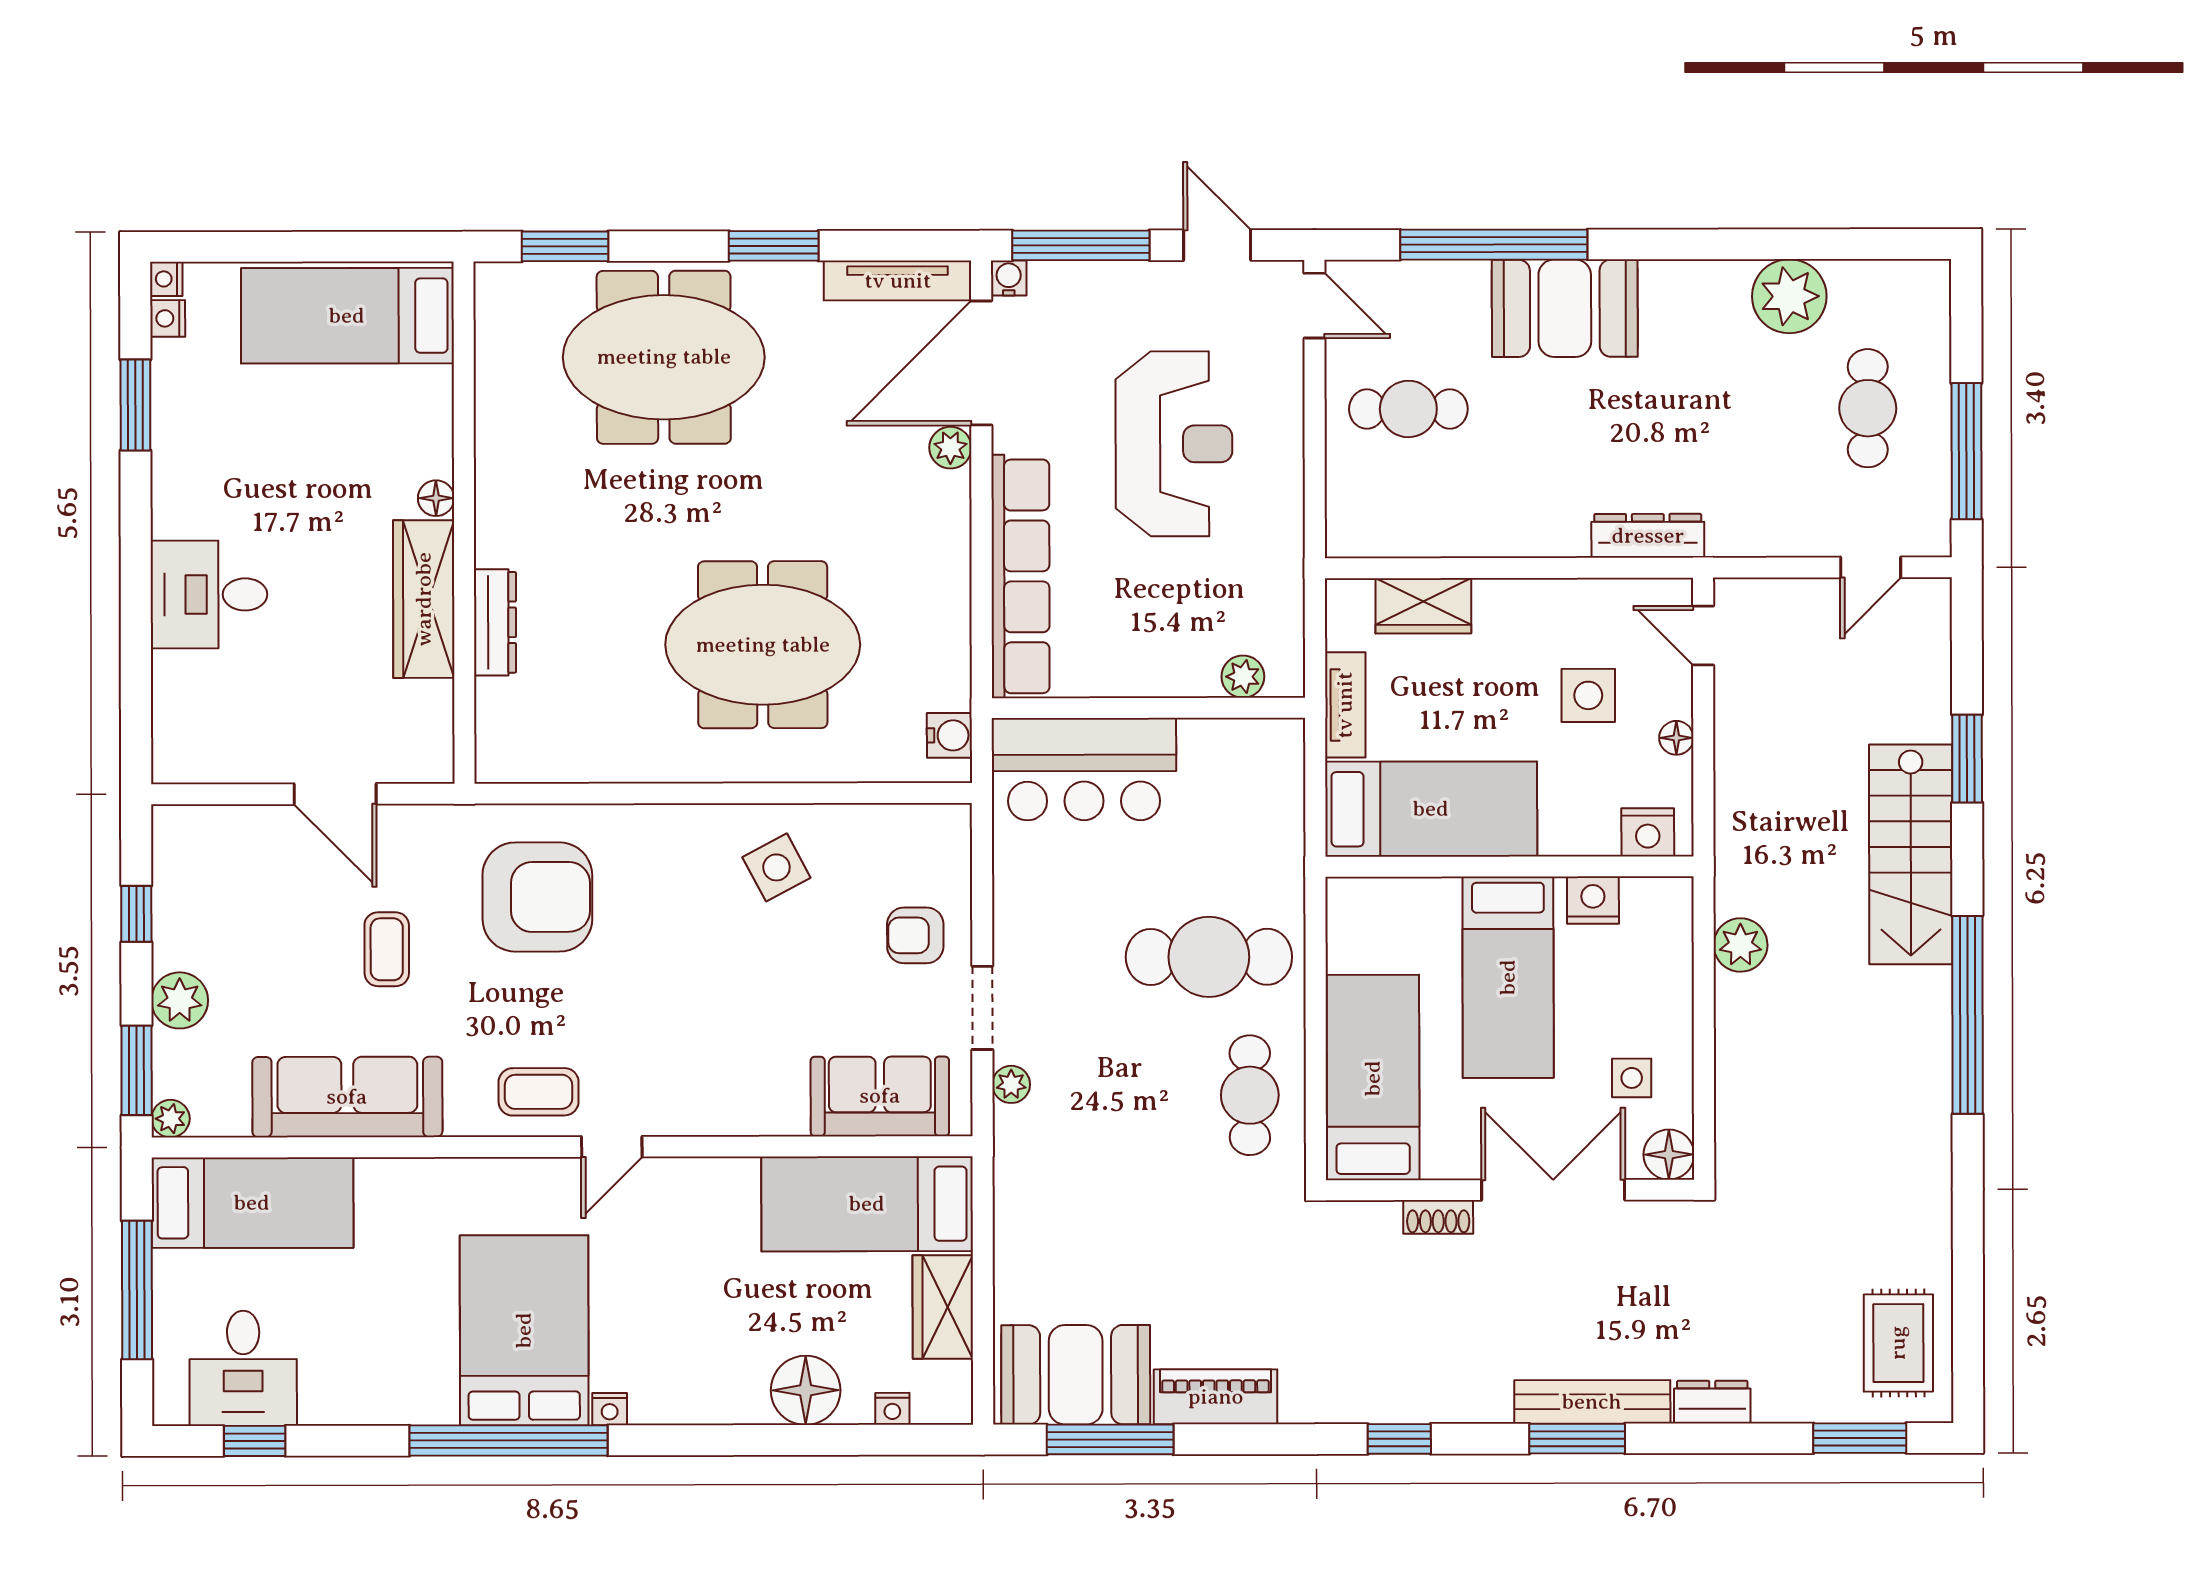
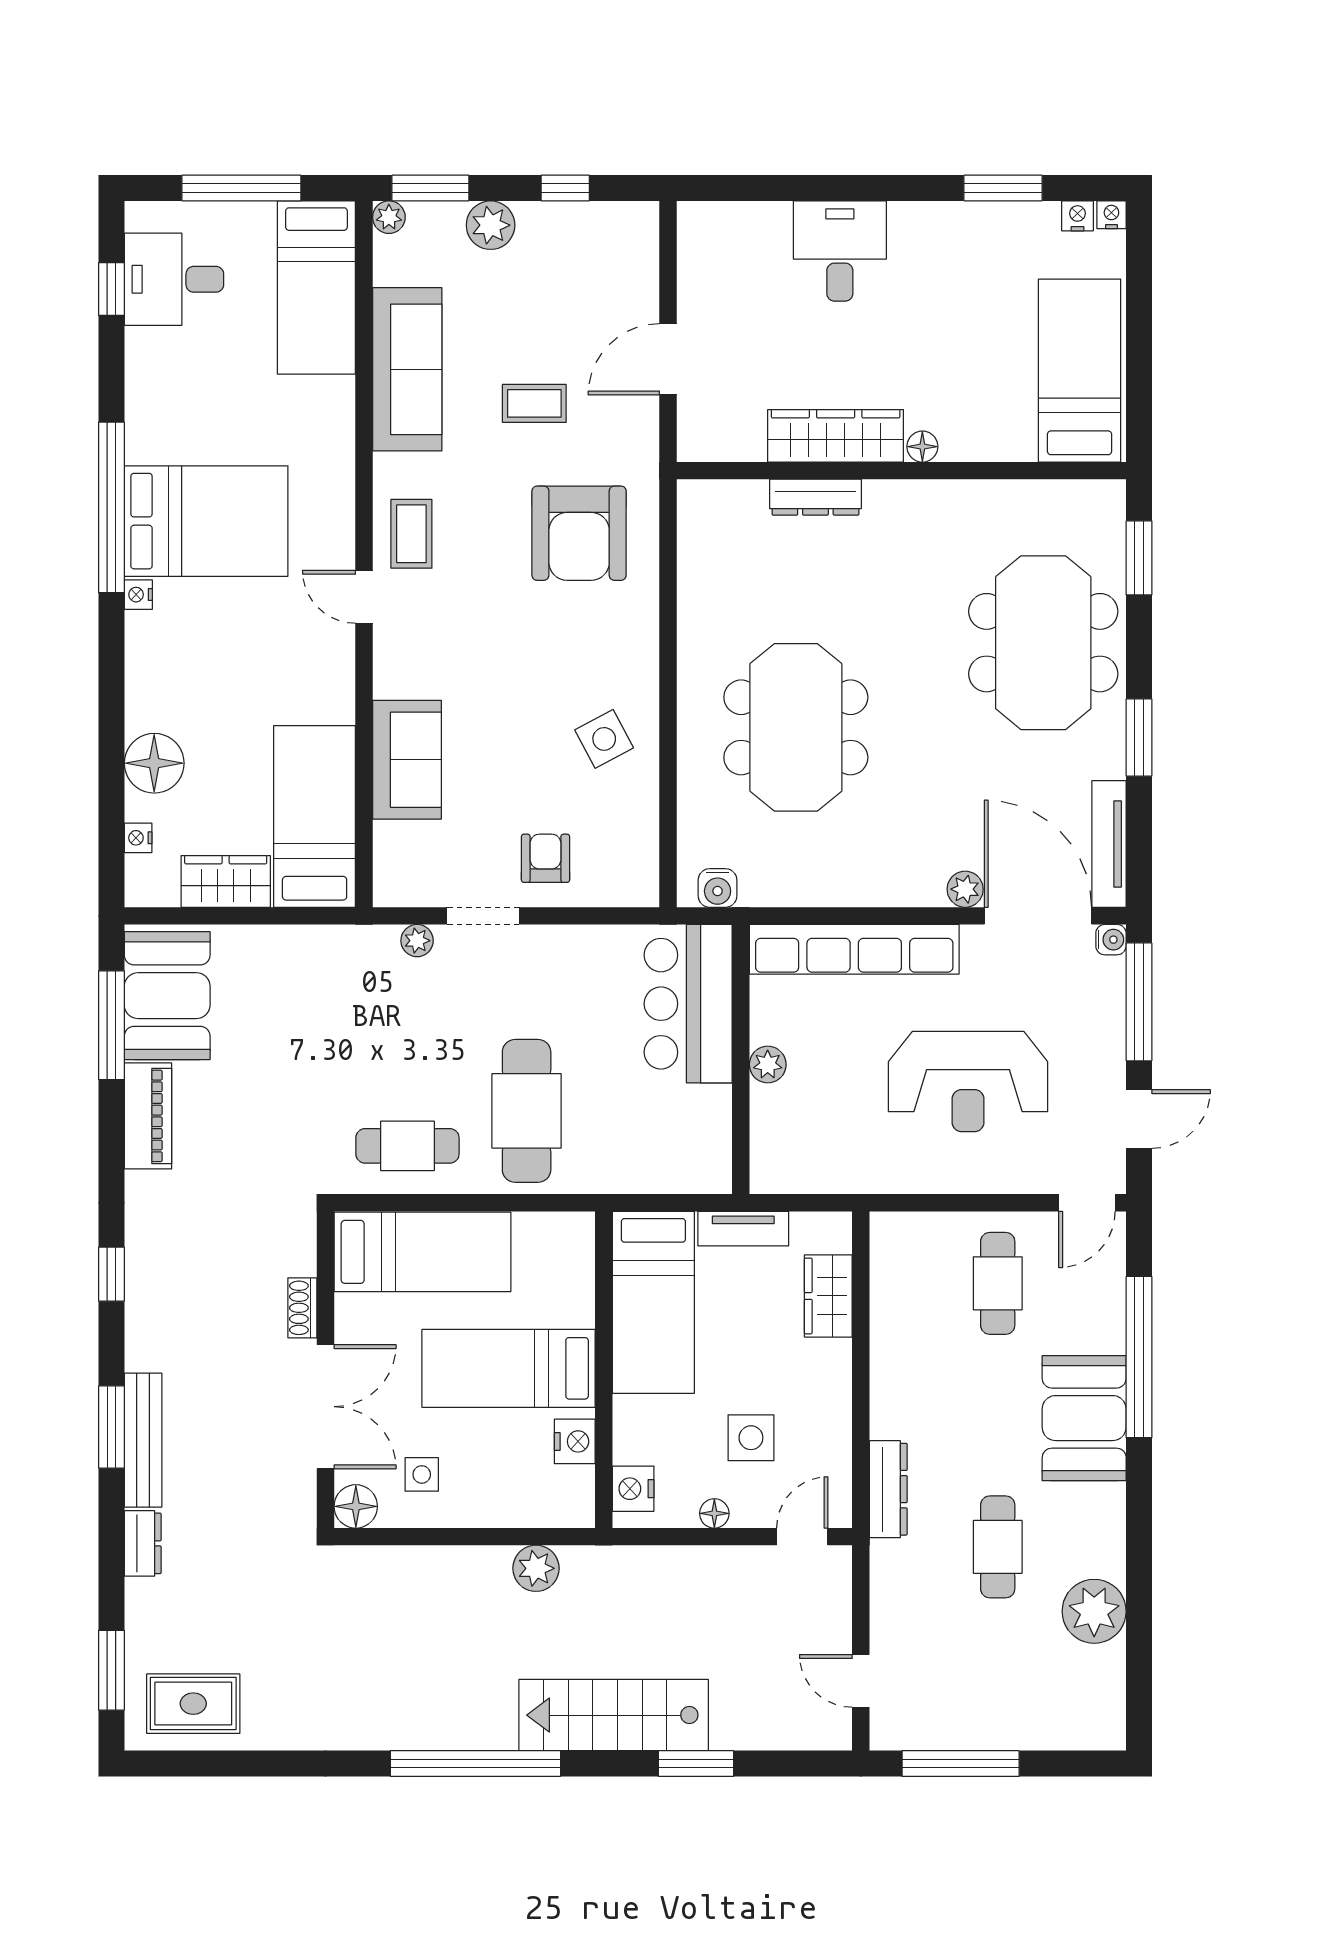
cafe table: (1868, 408) -> (998, 1547), moved, turned 90
plant: (1243, 677) -> (768, 1065), moved
sofa: (880, 1096) -> (407, 760), moved

